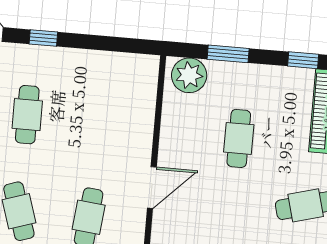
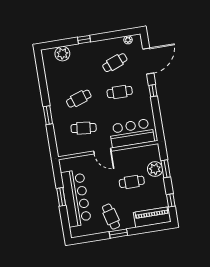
plant: (189, 75) -> (155, 169), moved
bar counter: (128, 110) -> (132, 133), added

